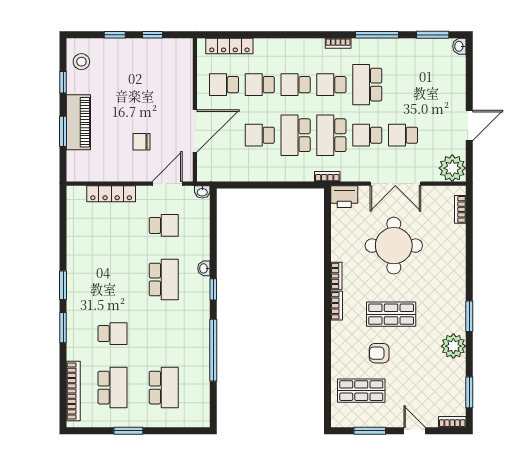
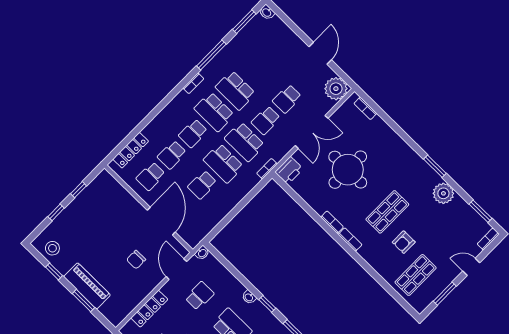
school desk: (331, 85) -> (214, 112), width x1.85

